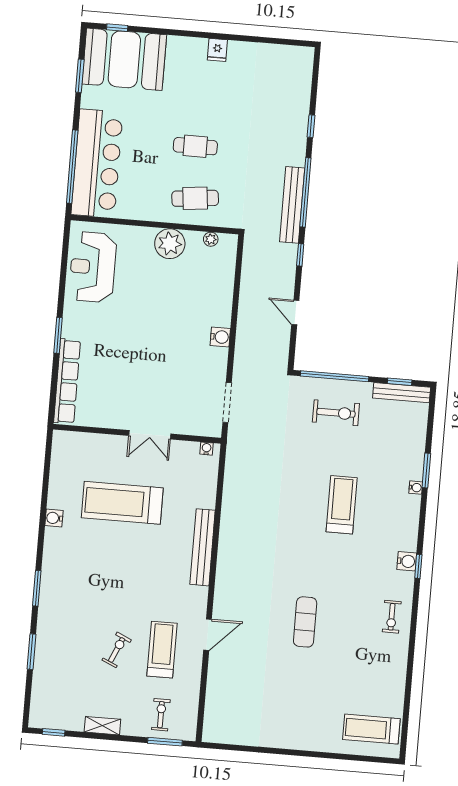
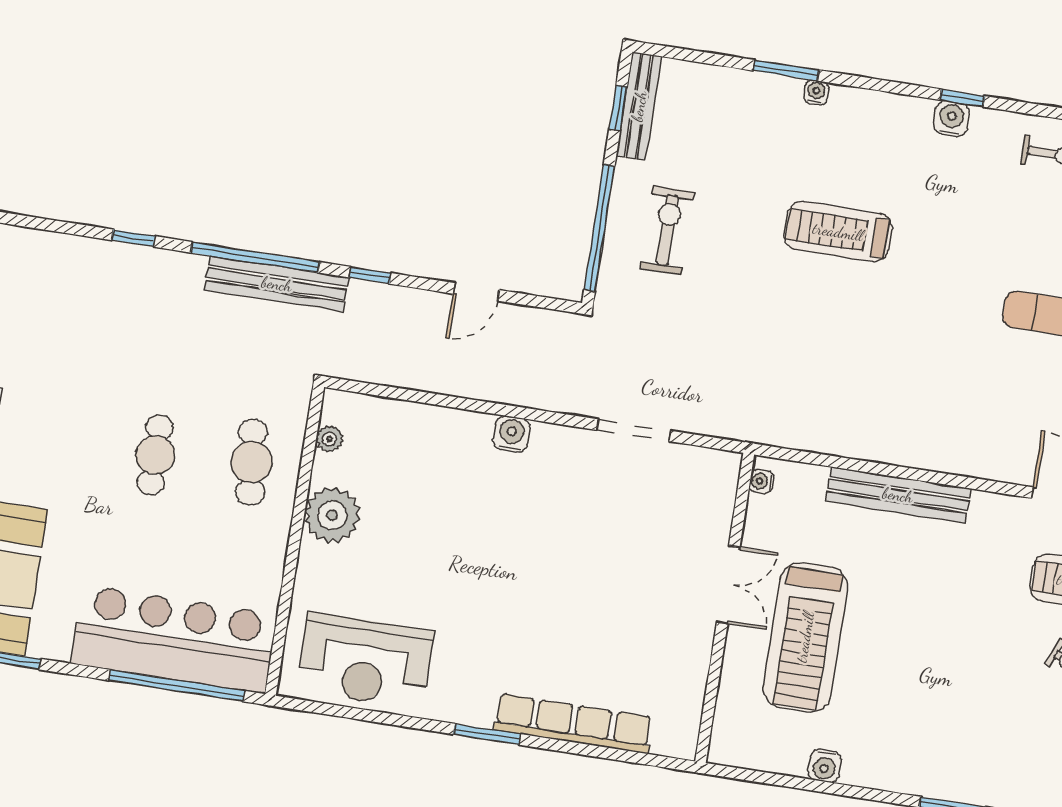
wall: (137, 434) -> (725, 608), moved
double door: (150, 435) -> (728, 585), moved
water cooler: (207, 449) -> (761, 481), moved

